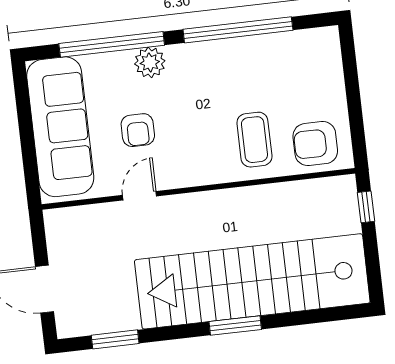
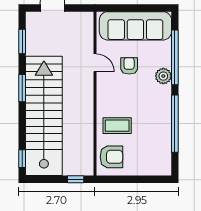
armchair: (138, 130) -> (129, 66), turned 90
armchair: (315, 144) -> (111, 157), turned 90
window: (339, 314) -> (22, 159), added
window: (235, 325) -> (22, 88), moved

